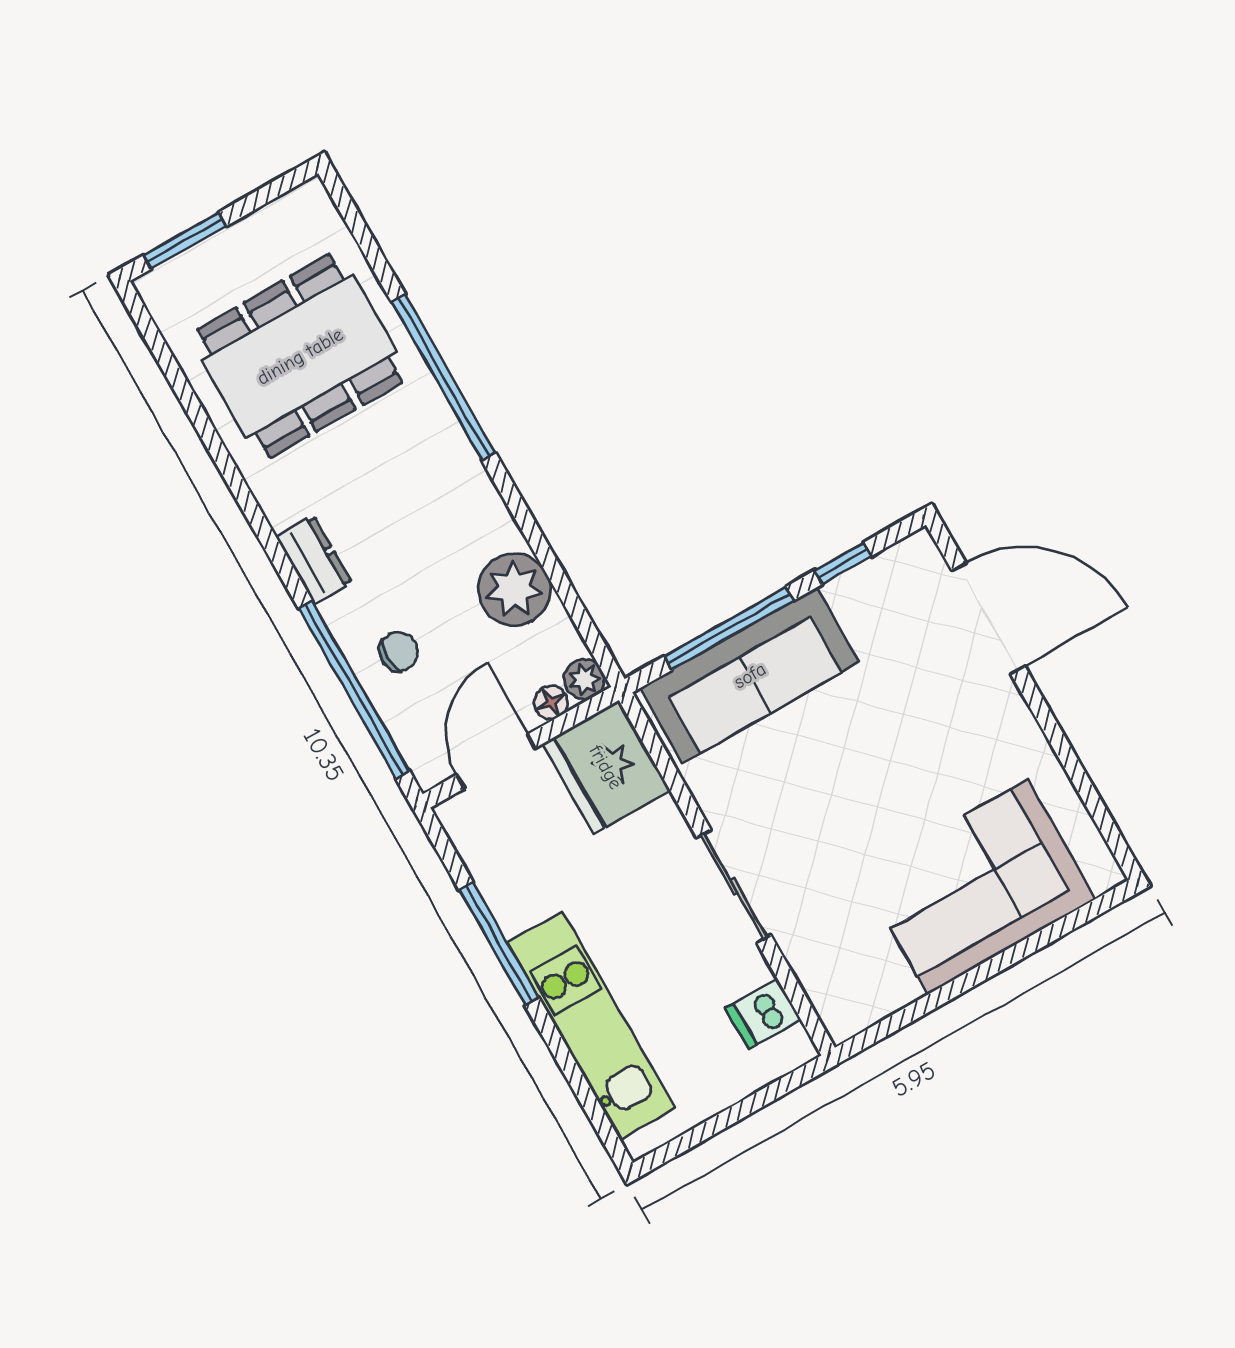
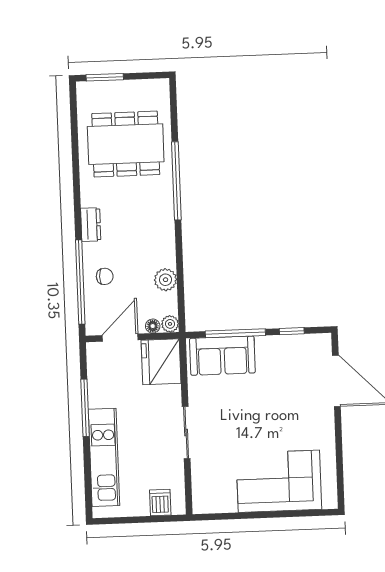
plant: (514, 589) -> (166, 280), width x0.73, depth x0.73
sofa: (750, 675) -> (222, 356), width x0.73
dishwasher: (763, 1014) -> (160, 503), moved, turned 90

